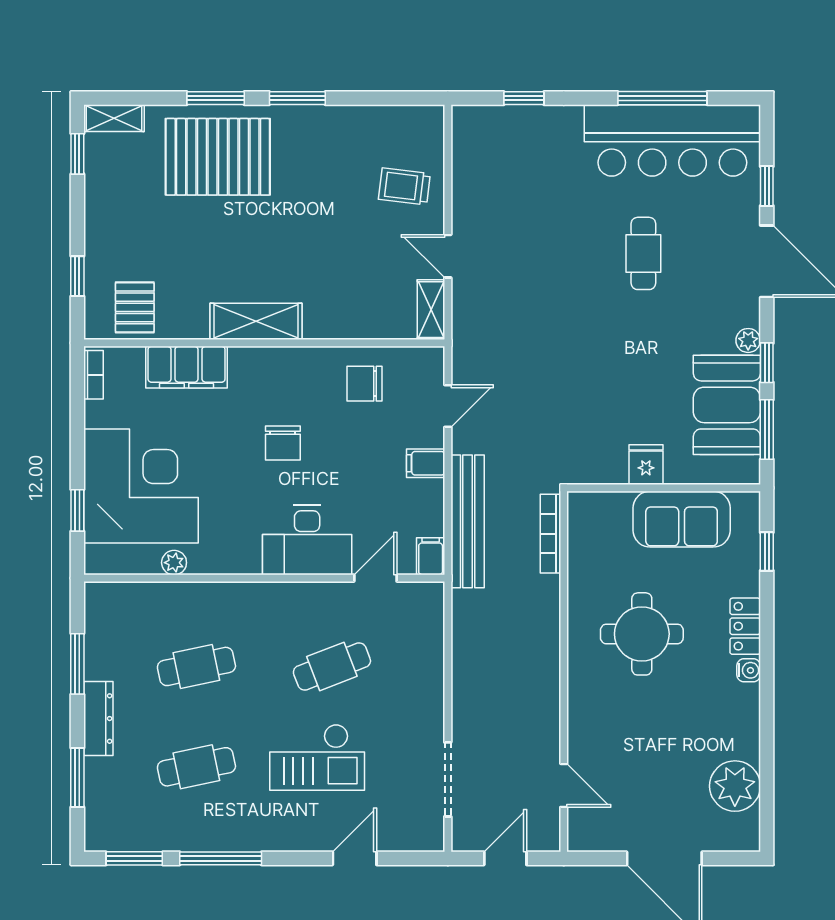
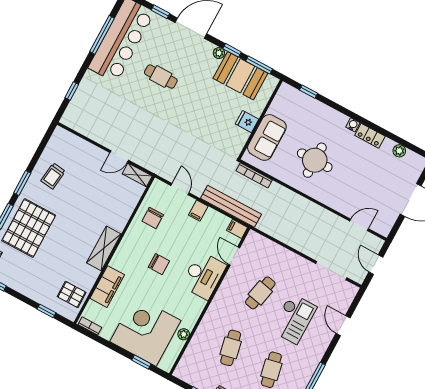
trolley: (404, 186) -> (53, 176), moved
sofa: (682, 519) -> (267, 137), moved
locker: (745, 626) -> (370, 136), moved
cafe table: (332, 666) -> (260, 293), turned 33
plant: (735, 786) -> (399, 151), width x0.53, depth x0.53

